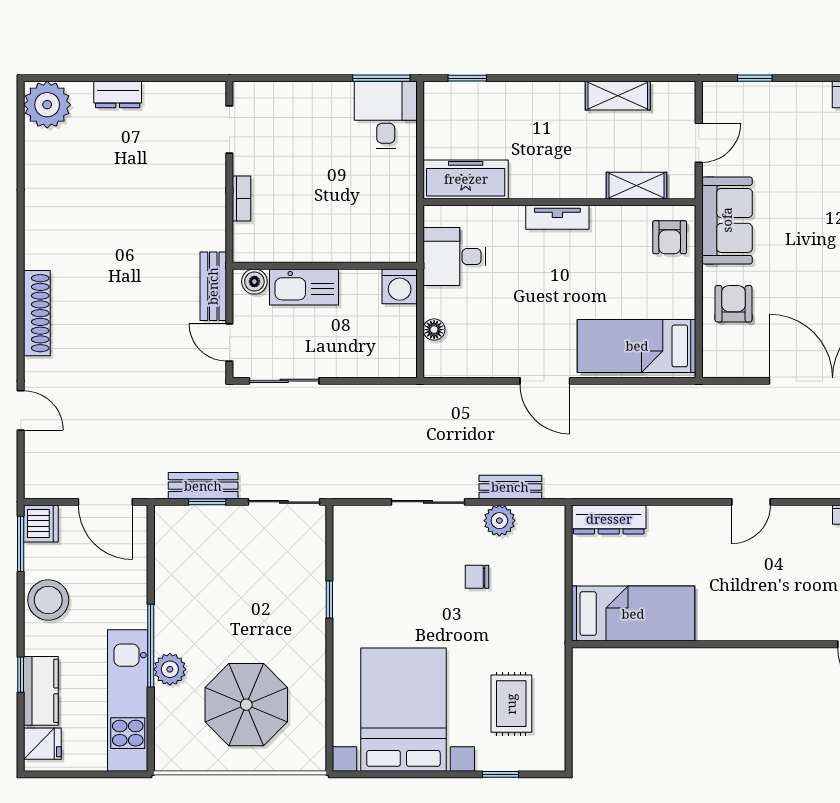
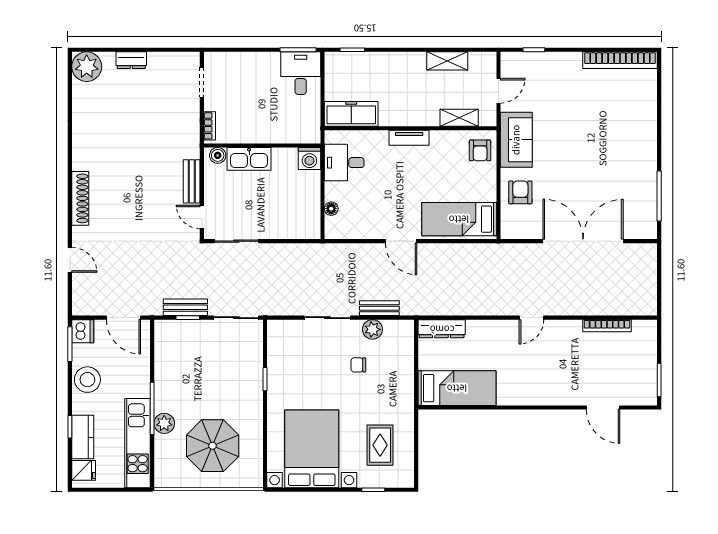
wall: (325, 266) -> (262, 145), moved
boiler: (254, 282) -> (218, 155), moved
washing machine: (400, 286) -> (309, 158), moved
kitchen sink: (304, 287) -> (249, 159), moved

